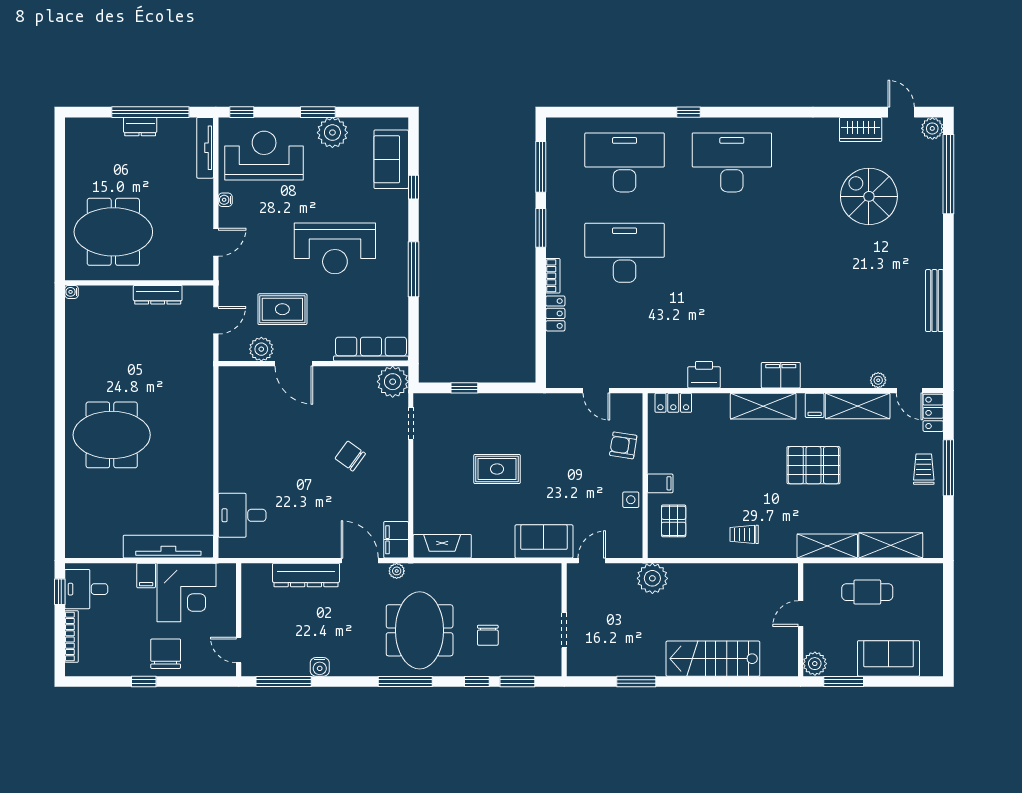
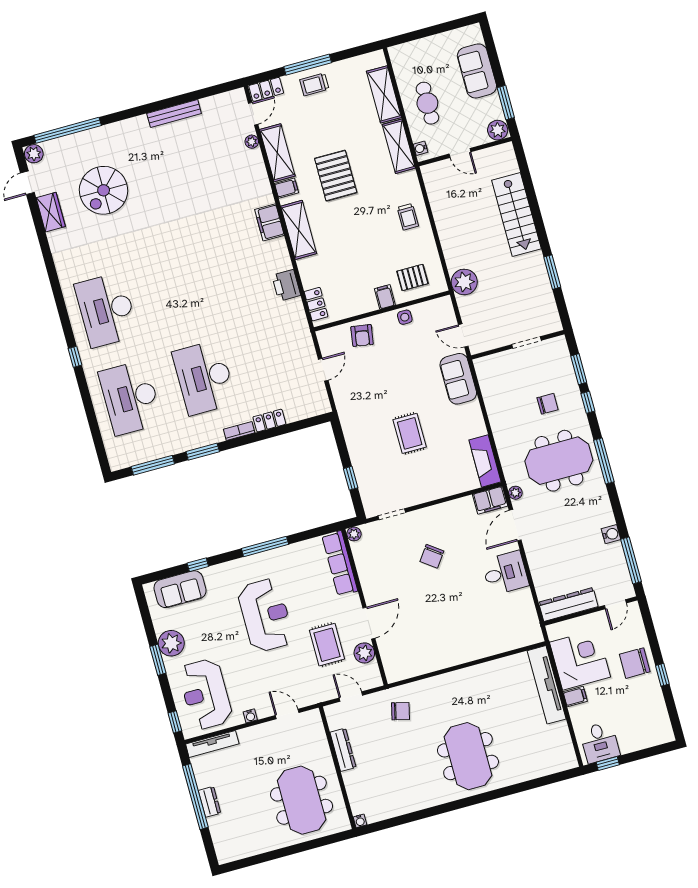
chair: (184, 372) -> (401, 711), added
plant: (393, 382) -> (354, 534), width x0.53, depth x0.53
desk: (242, 515) -> (505, 573), moved, turned -90
water cooler: (818, 570) -> (420, 148), added
dresser: (306, 575) -> (568, 604), moved, turned -90
bookcase: (72, 636) -> (642, 744), removed

